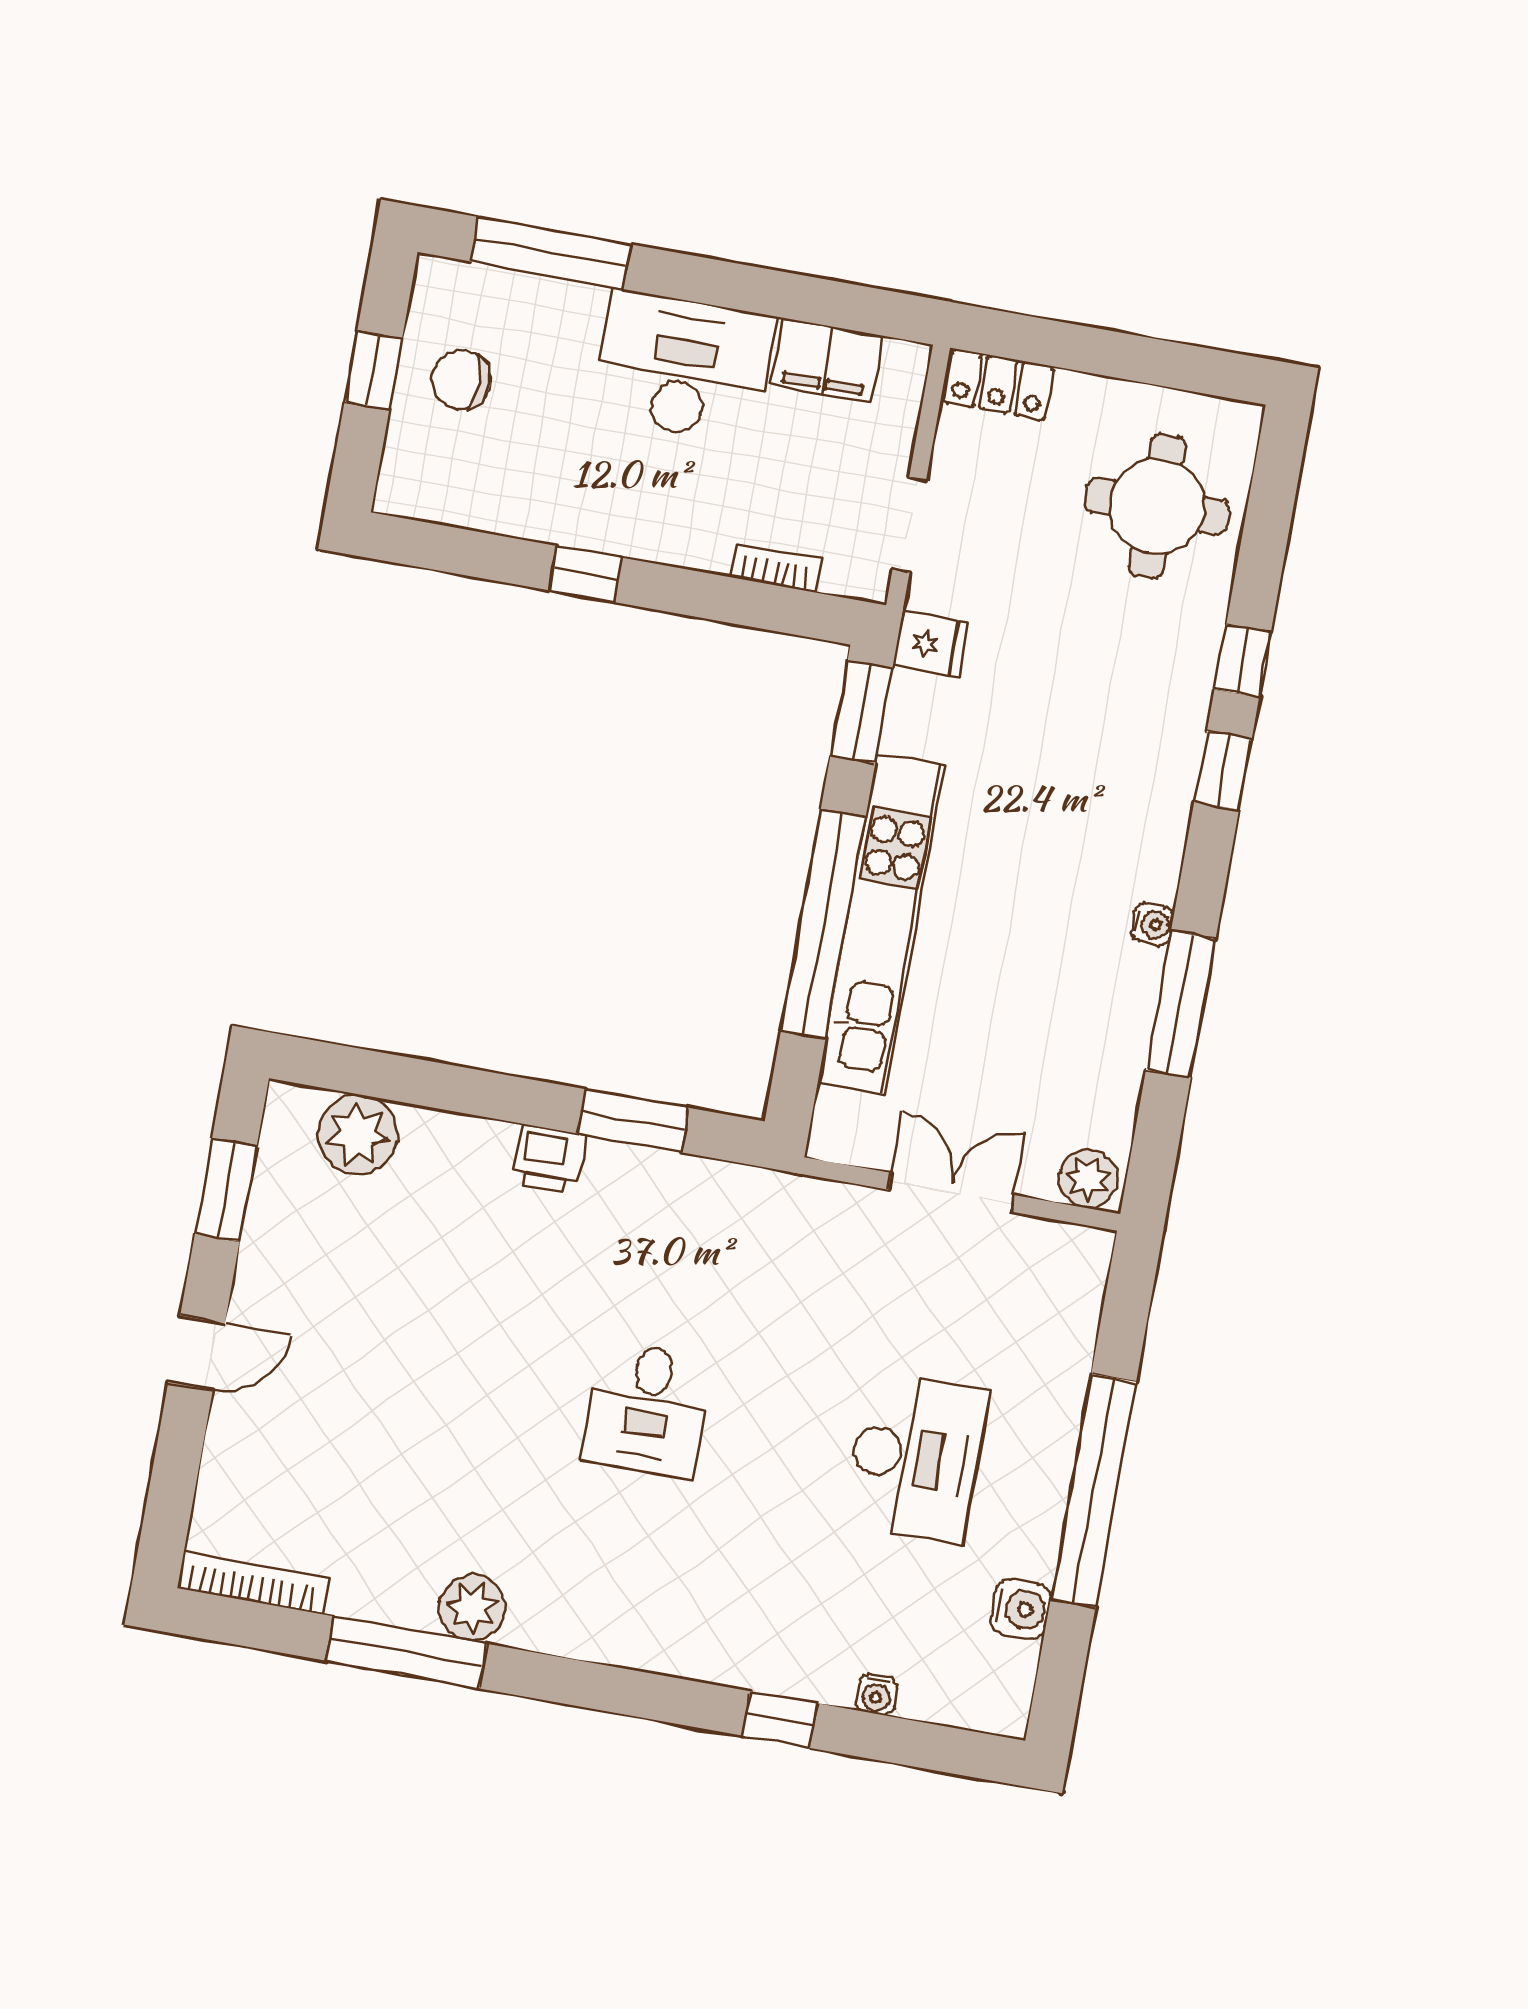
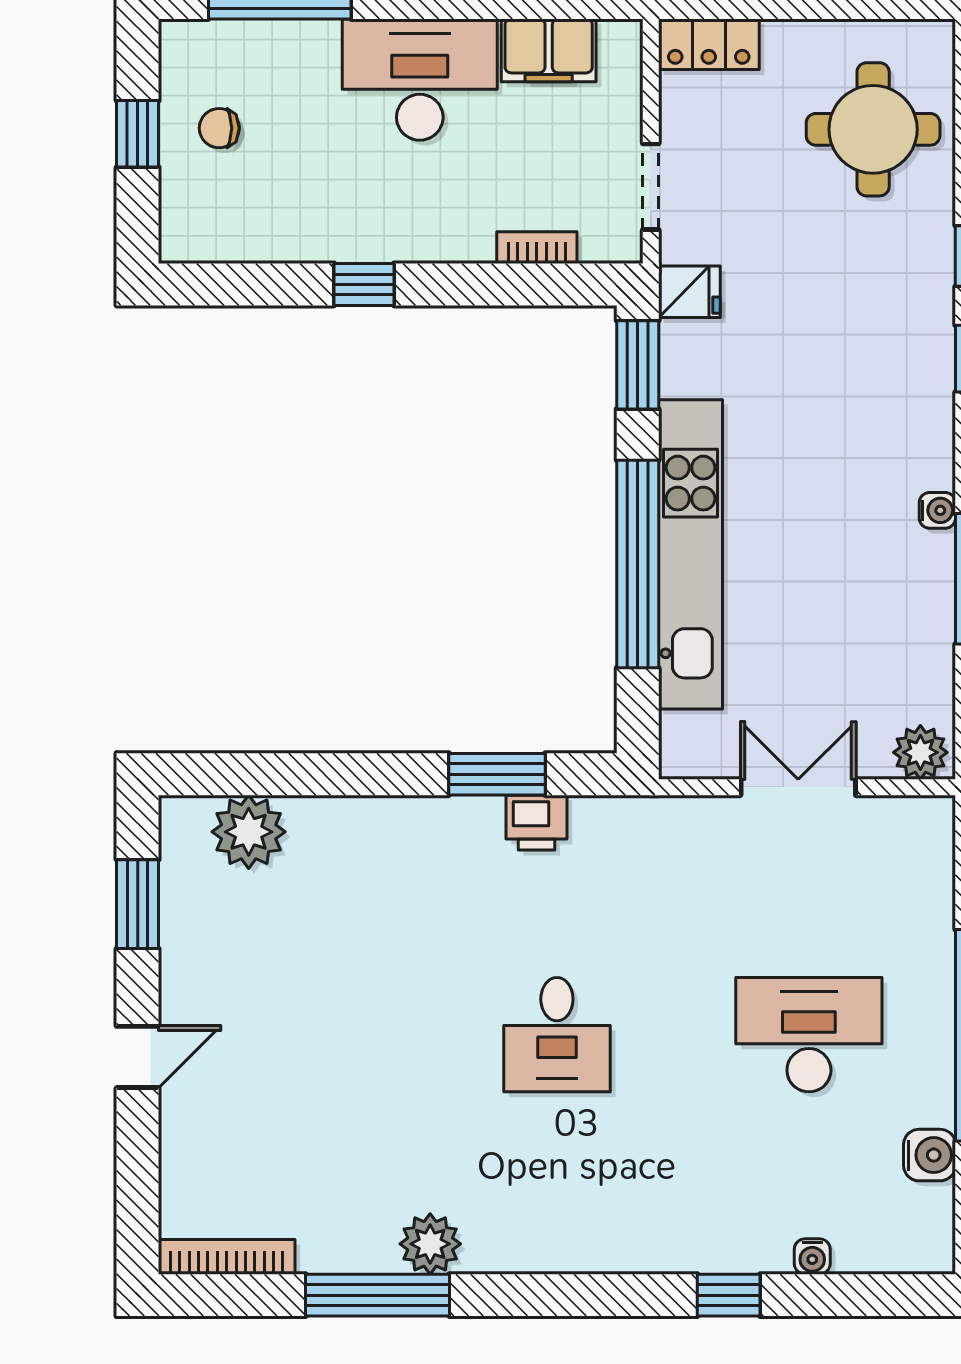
chair: (461, 380) -> (219, 128), width x0.73, depth x0.73
printer: (549, 1159) -> (537, 823), moved
desk: (915, 1458) -> (809, 1035), turned -90

